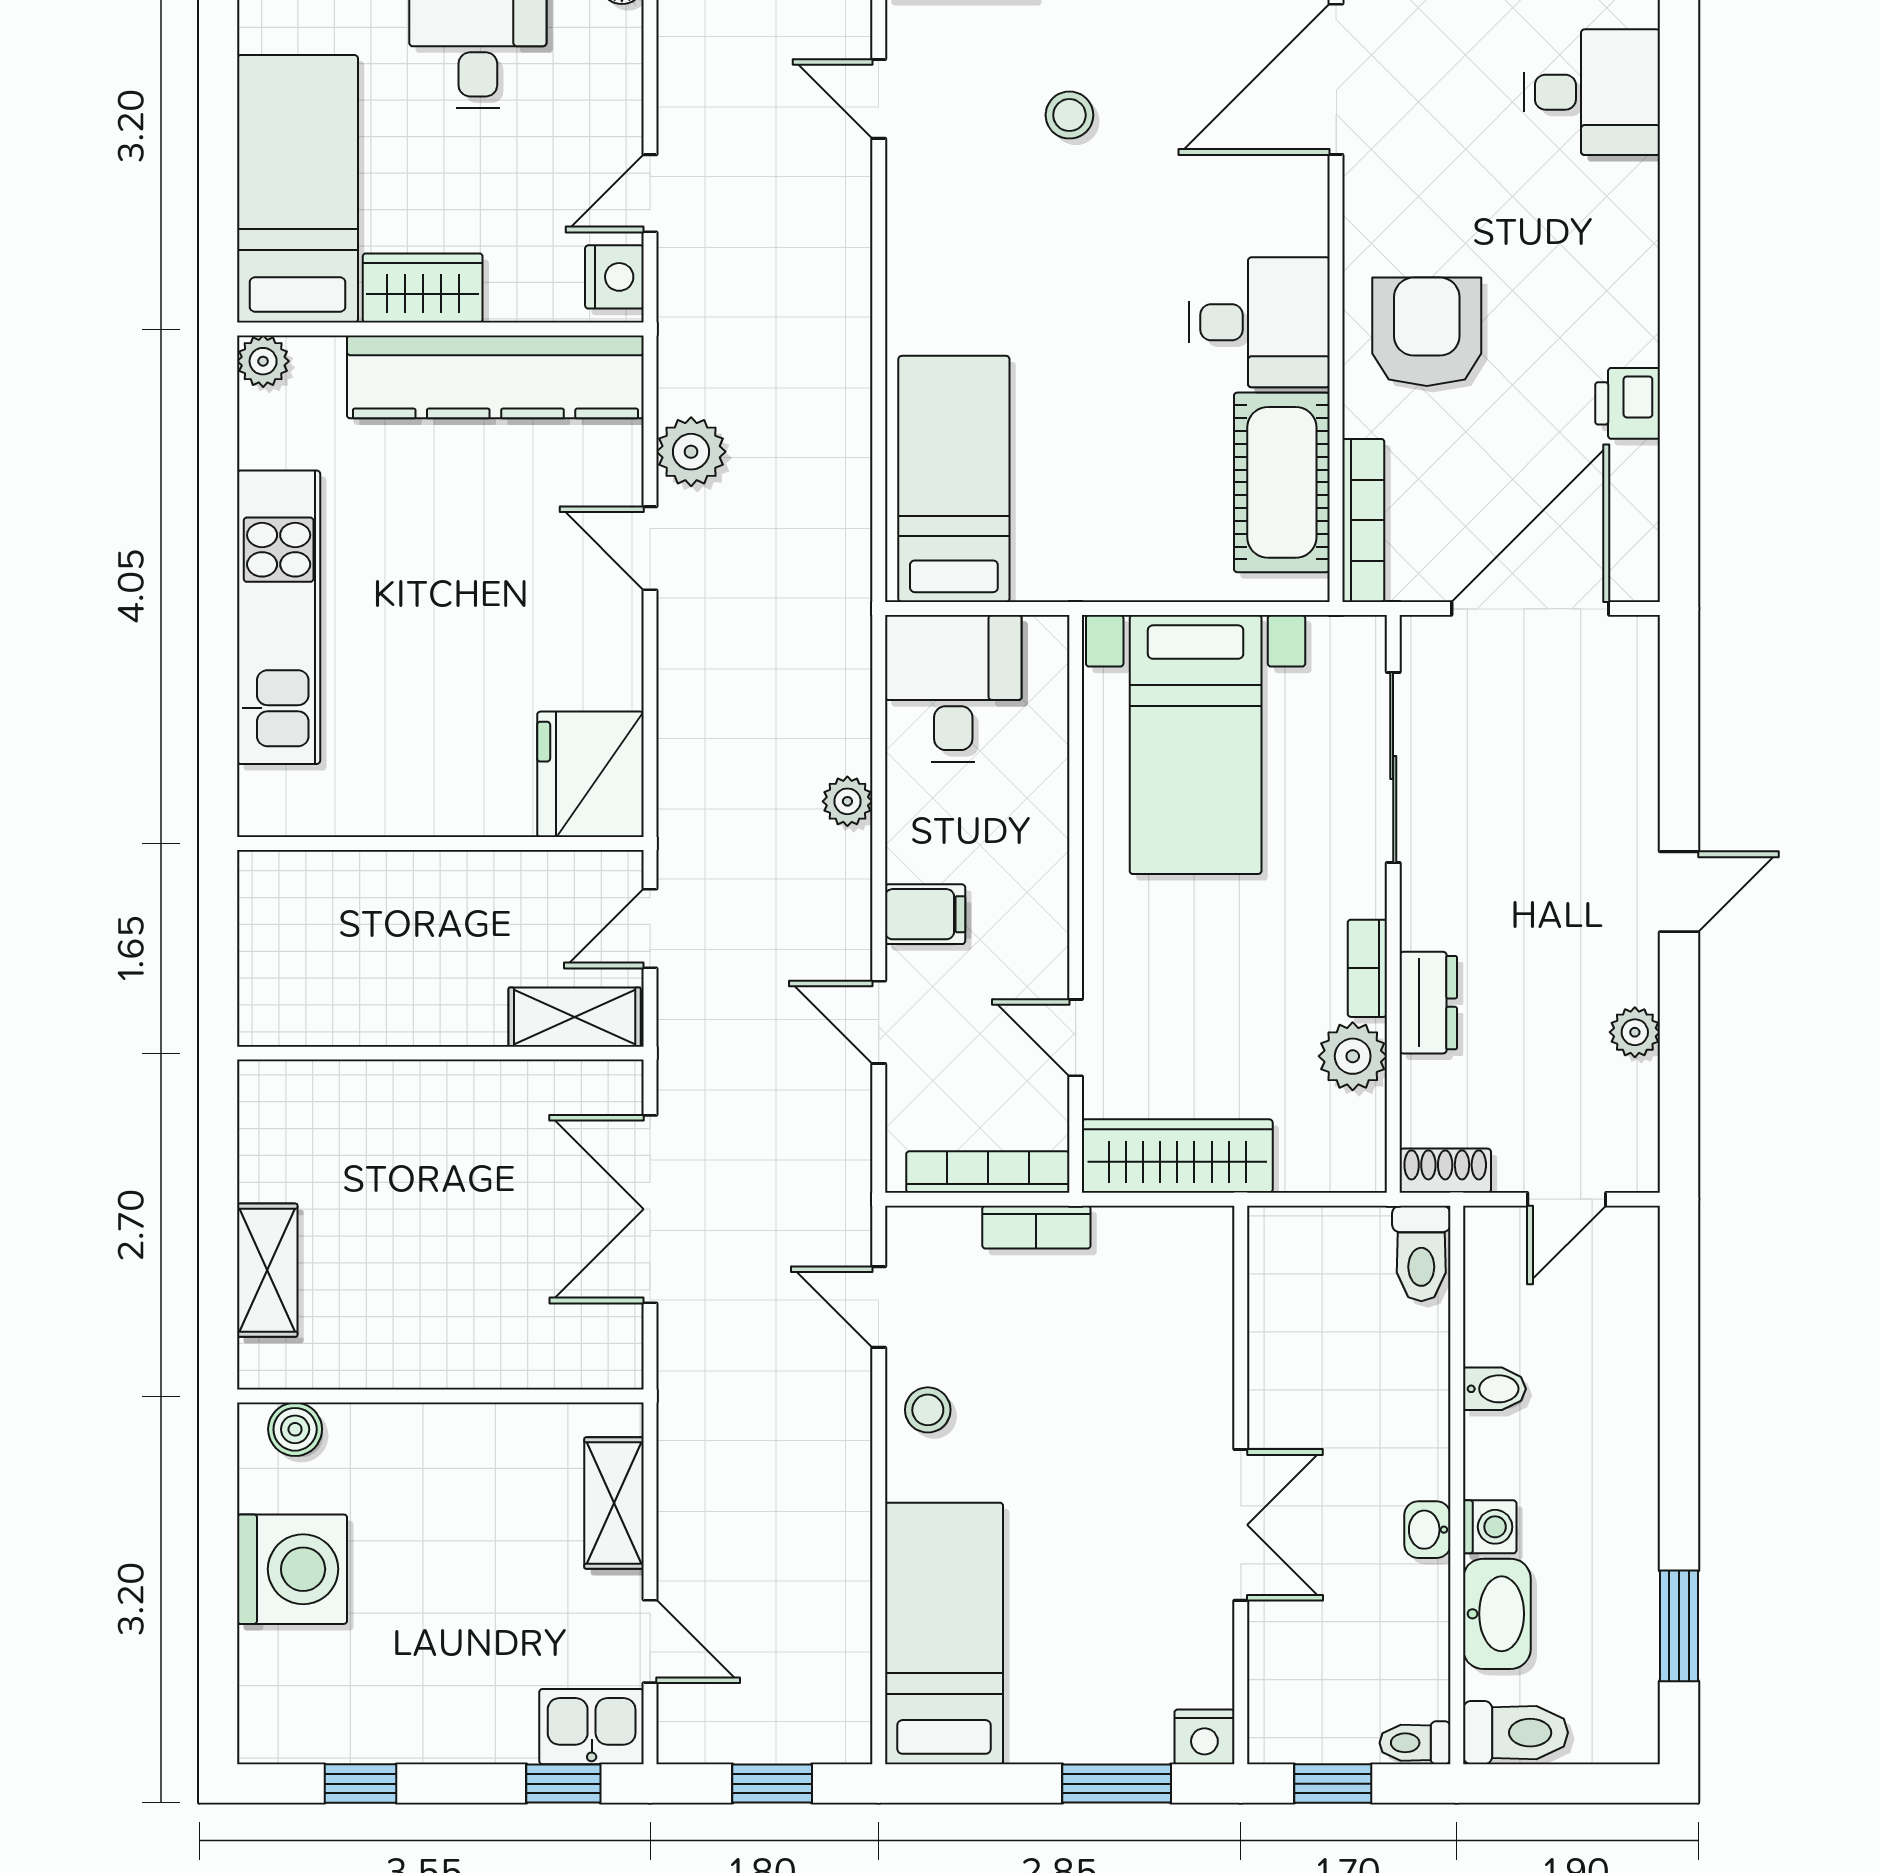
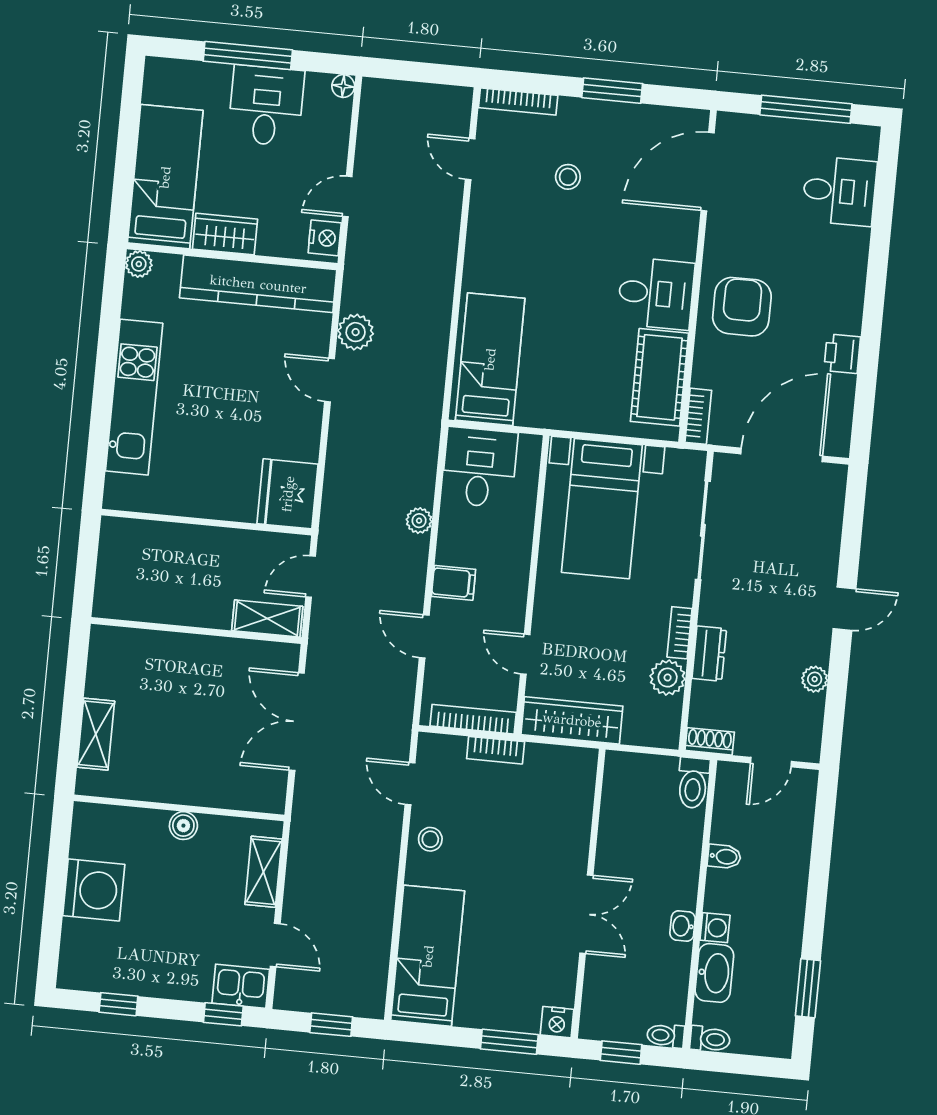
bookcase: (1363, 520) -> (698, 416), width x0.64
boiler: (295, 1429) -> (183, 826), moved
toilet: (1515, 1733) -> (710, 1039), width x0.73, depth x0.72

